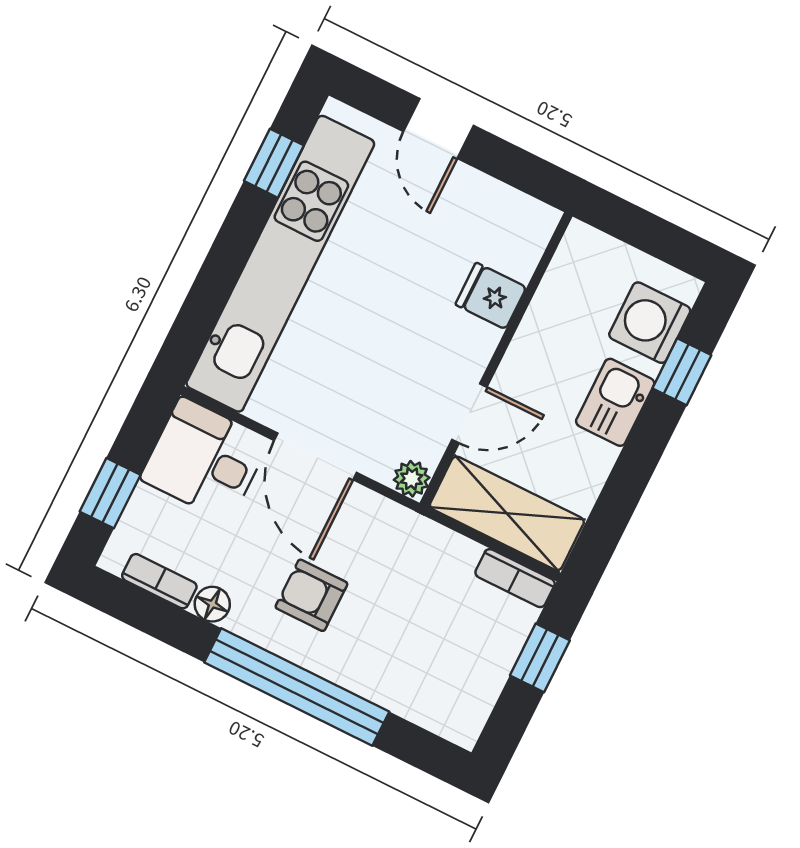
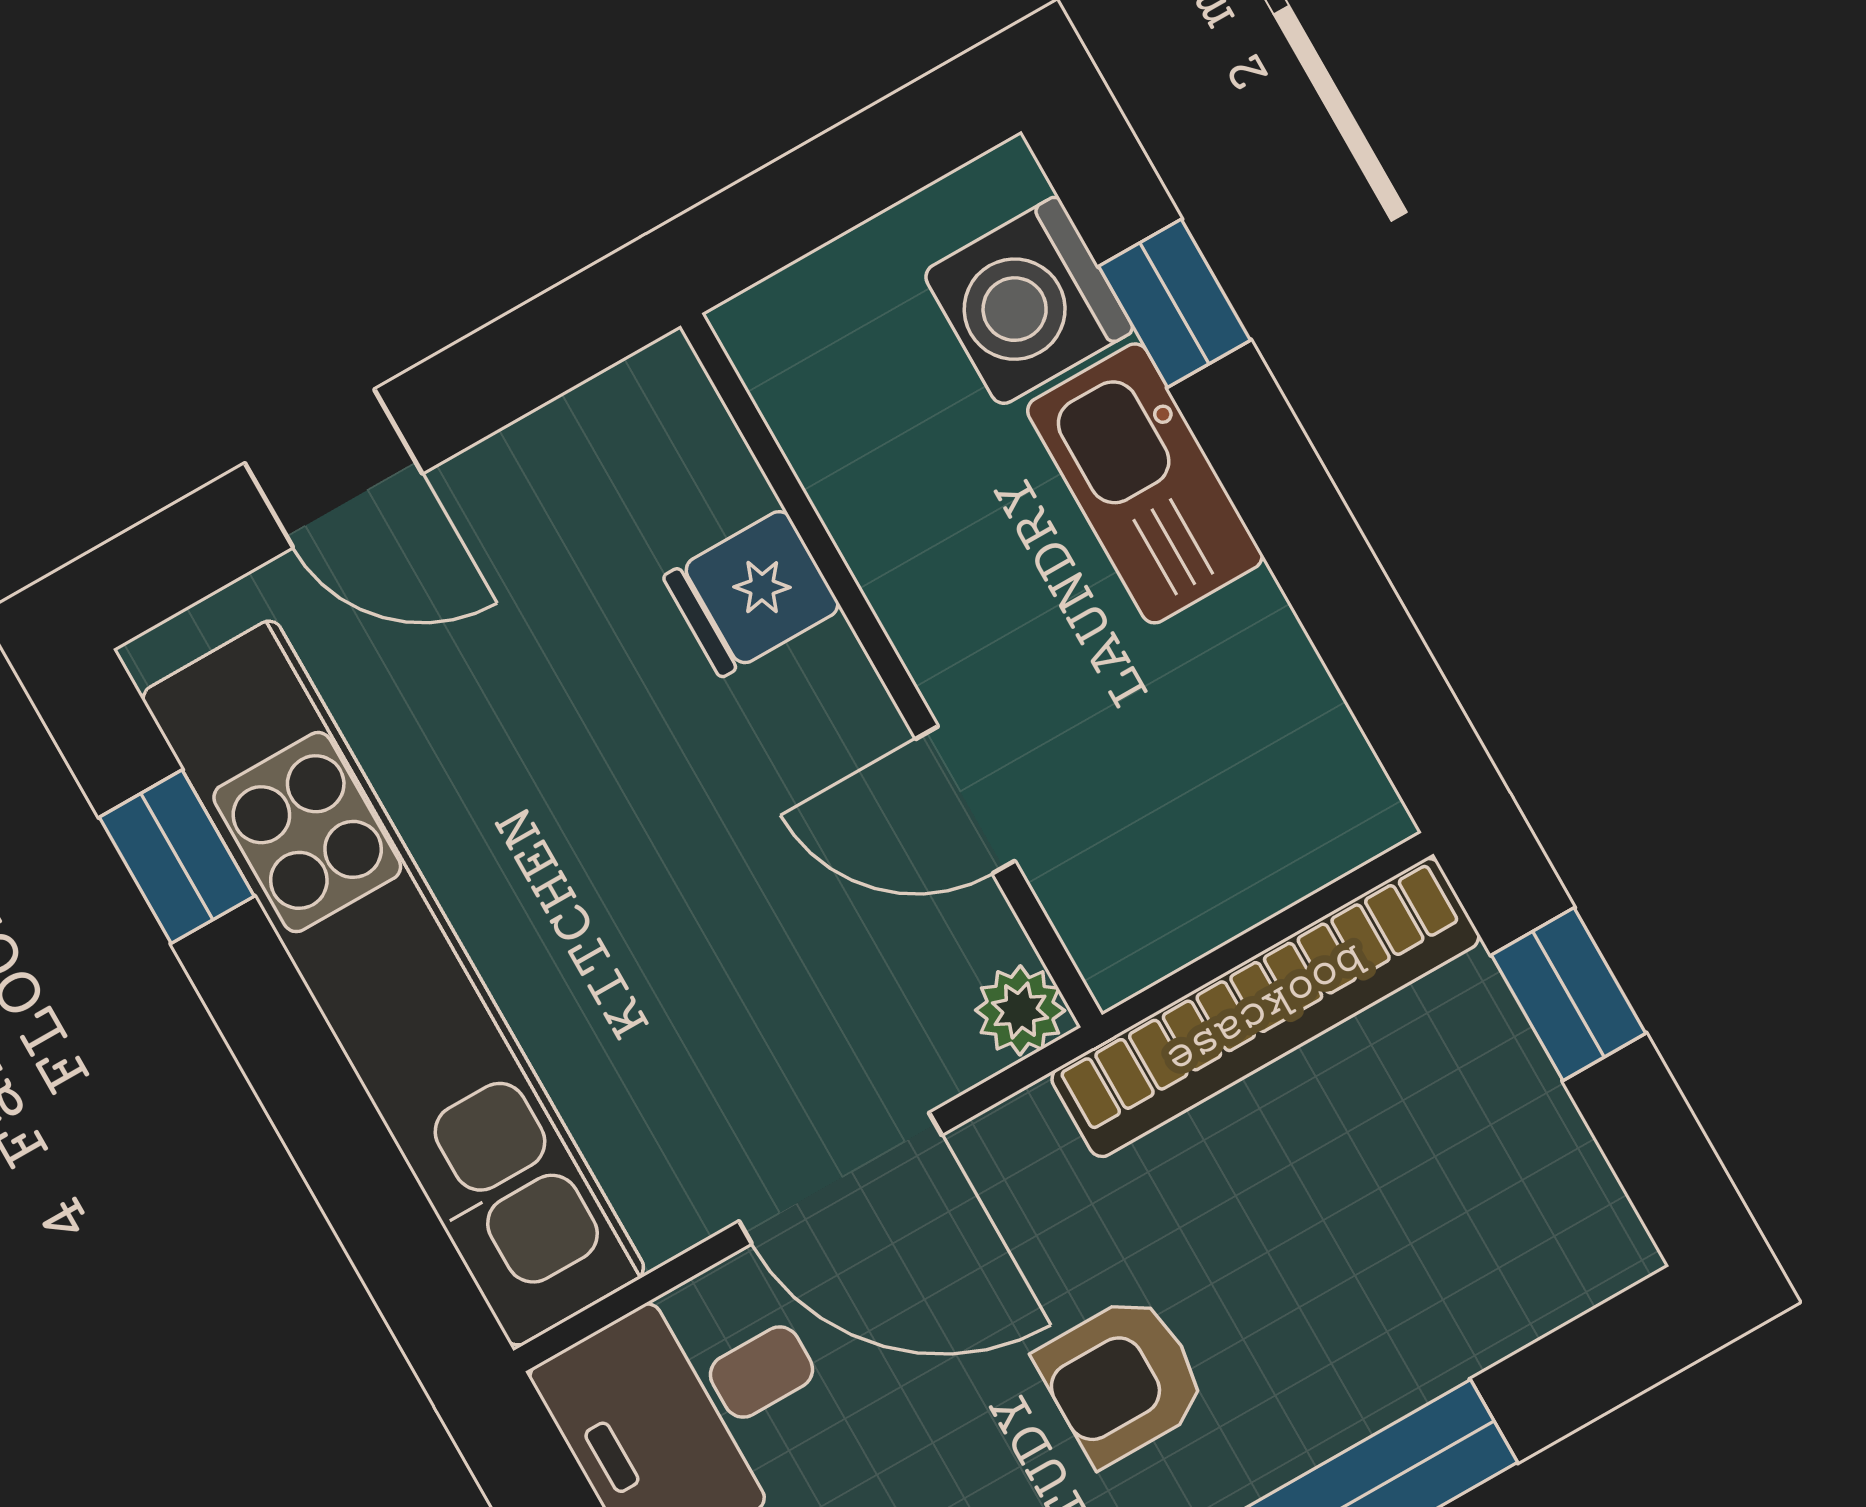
kitchen sink: (615, 402) -> (1145, 483), width x1.38
door: (469, 413) -> (965, 800), swing flipped
shelving: (507, 513) -> (1224, 862), removed
bookcase: (515, 578) -> (1265, 1008), width x2.31, depth x1.31

